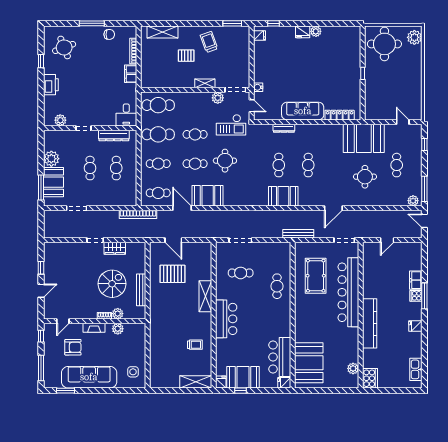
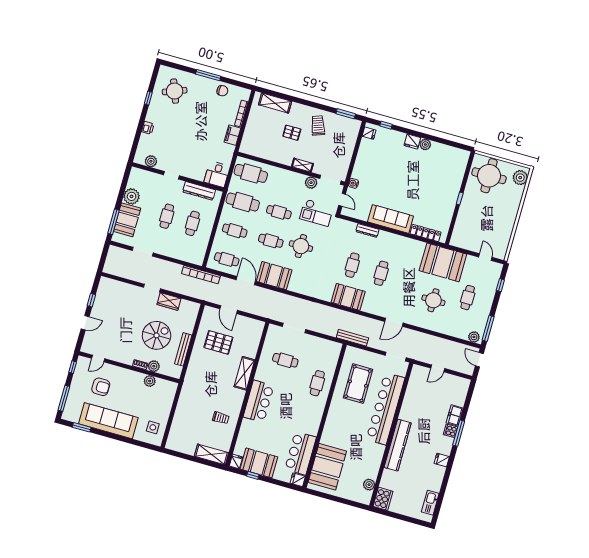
printer: (51, 85) -> (148, 128), width x0.53, depth x0.68
fireplace: (94, 328) -> (127, 374), removed

